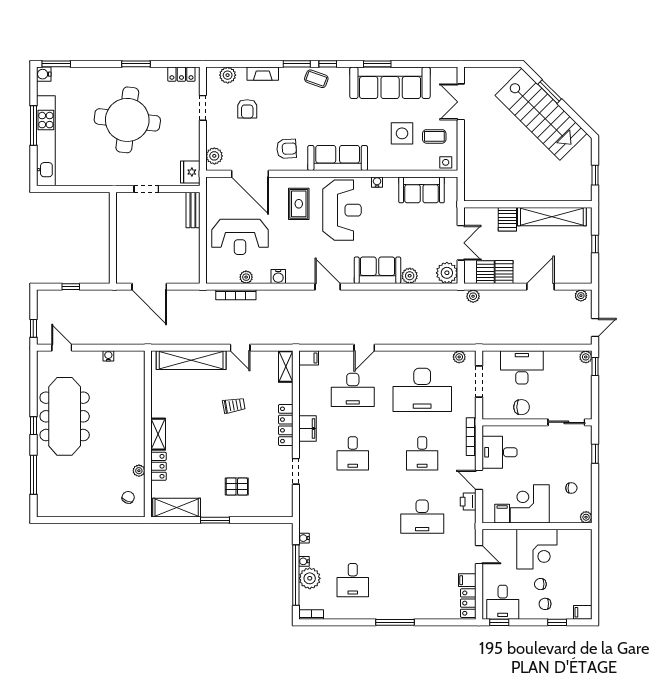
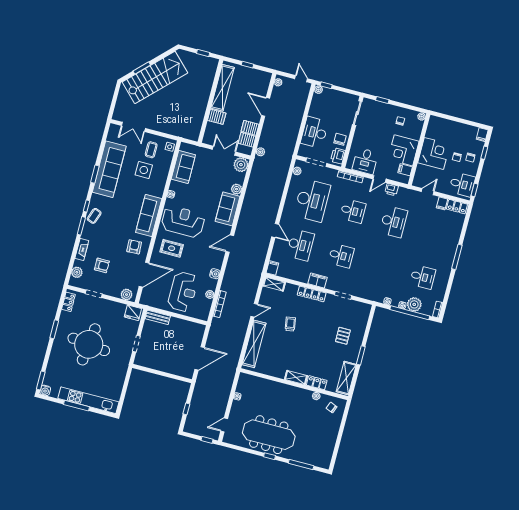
printer: (497, 410) -> (338, 156), added

